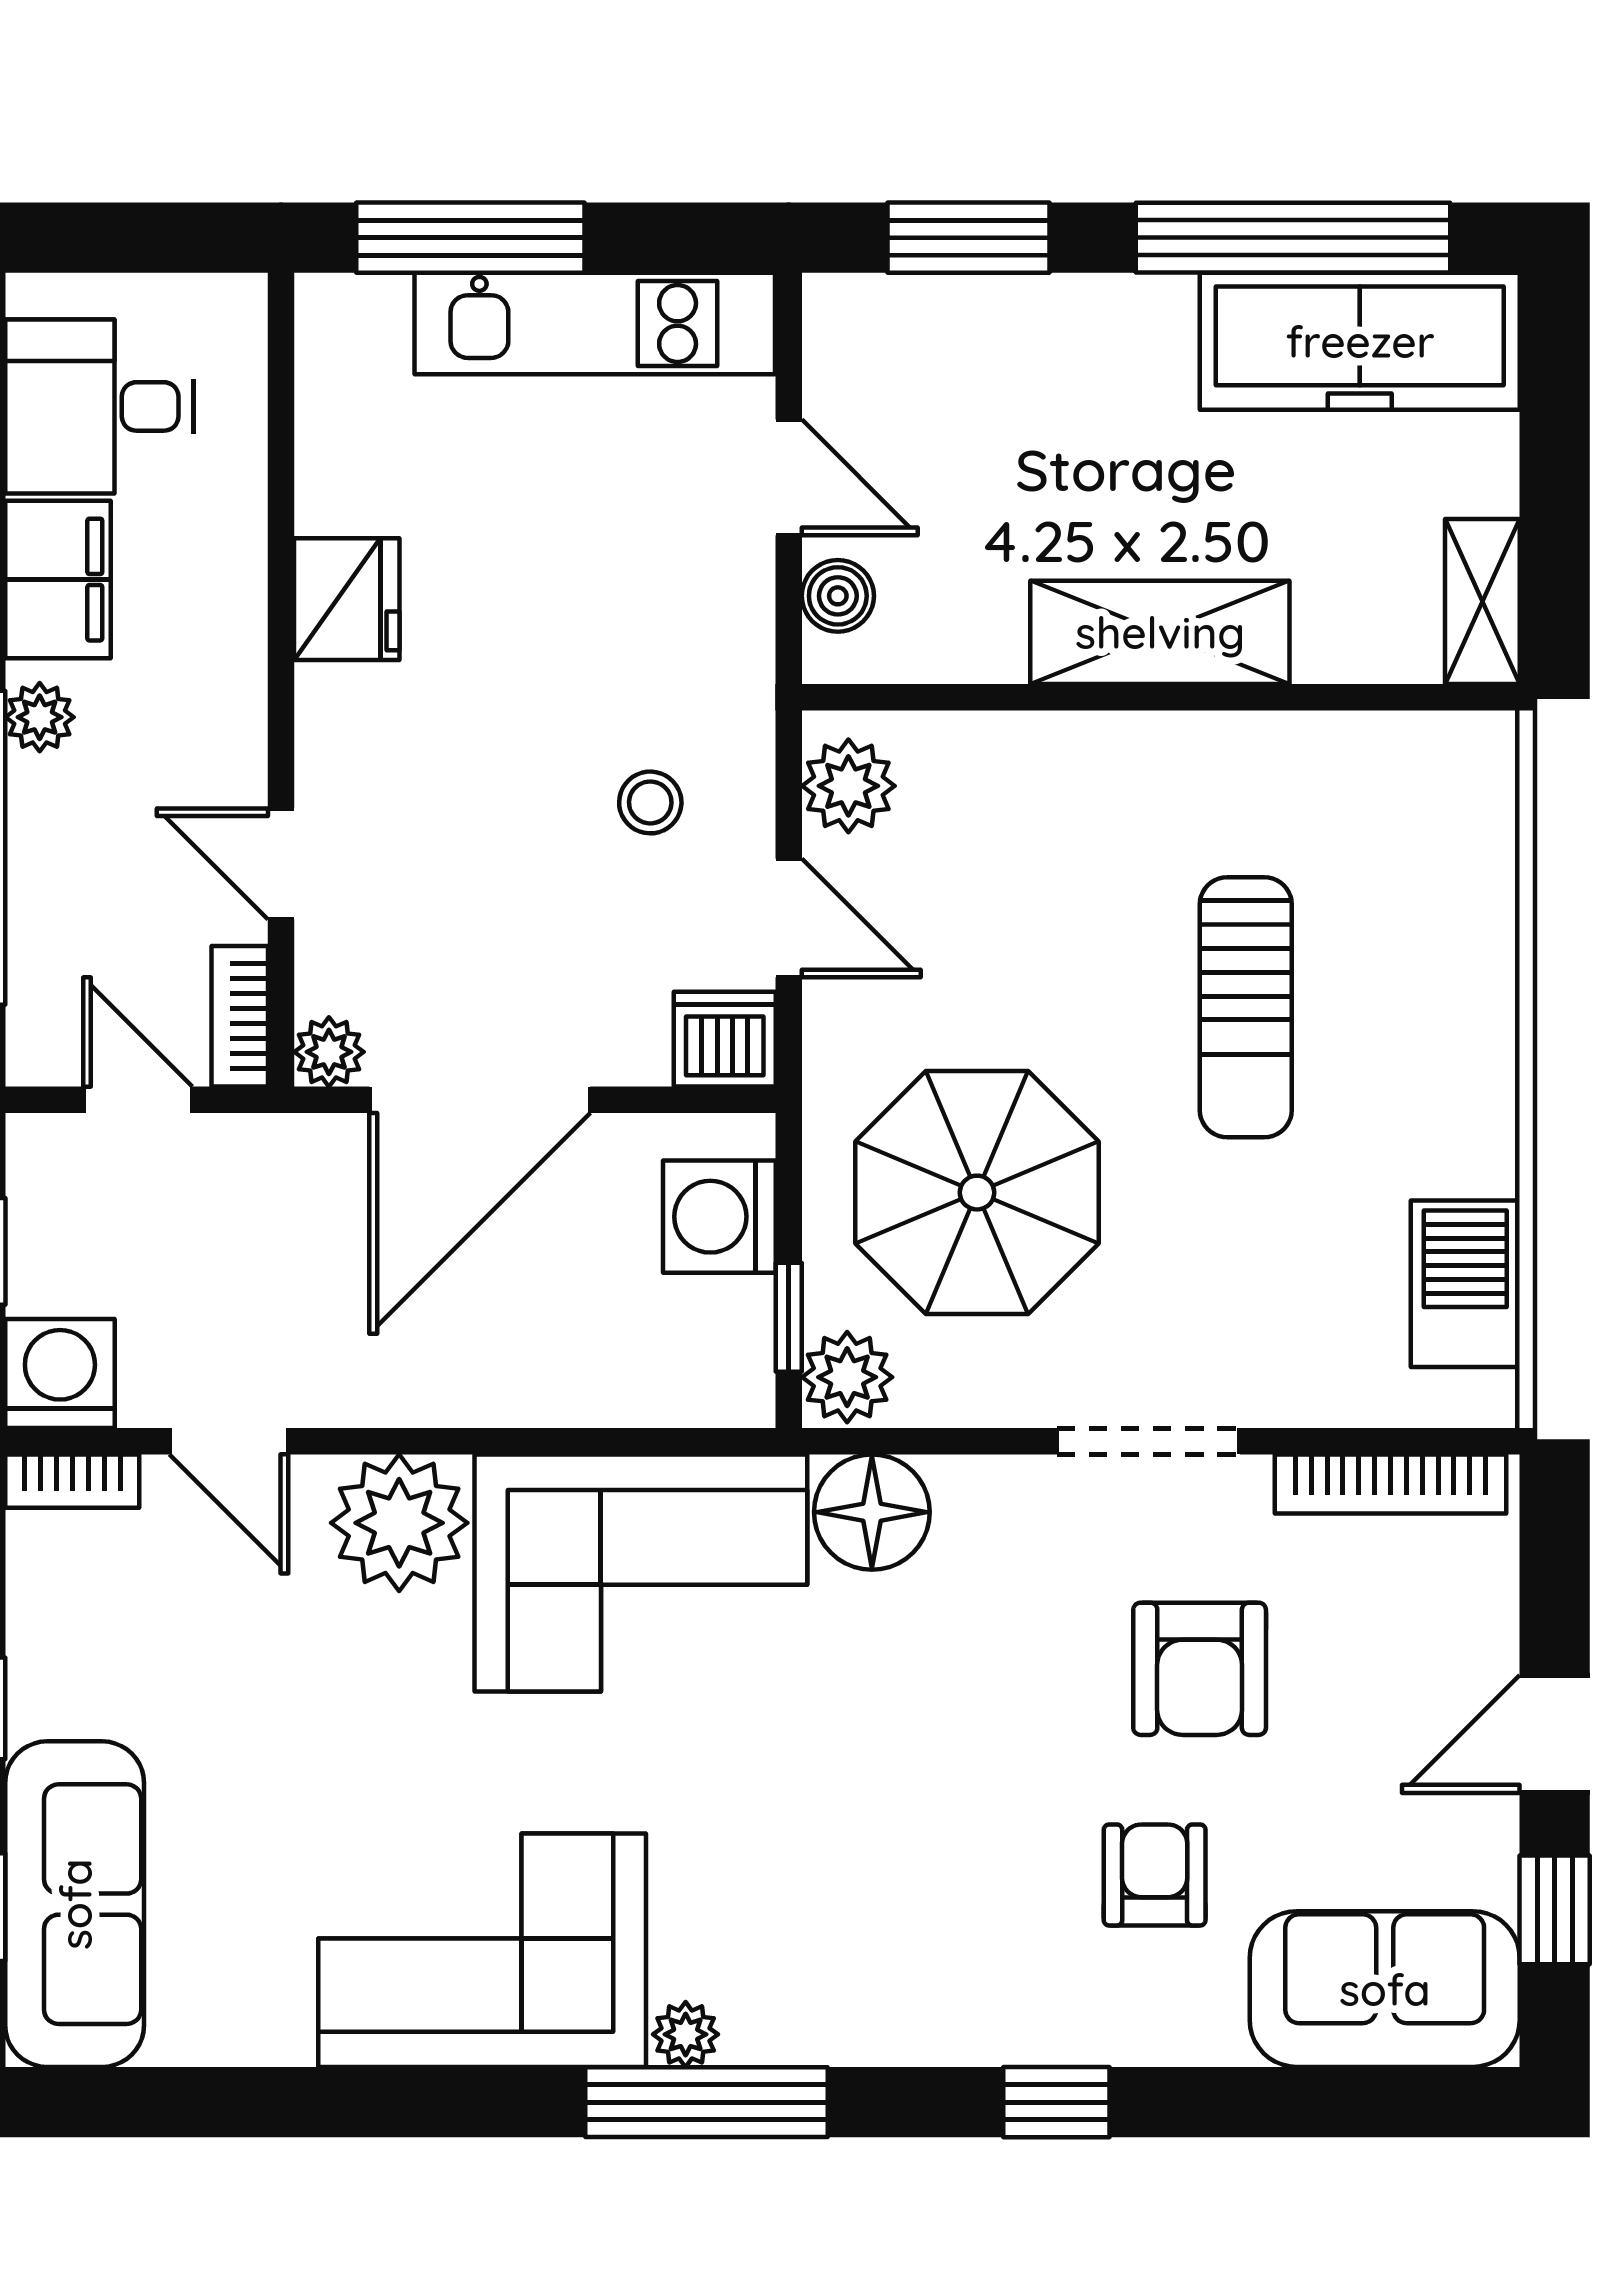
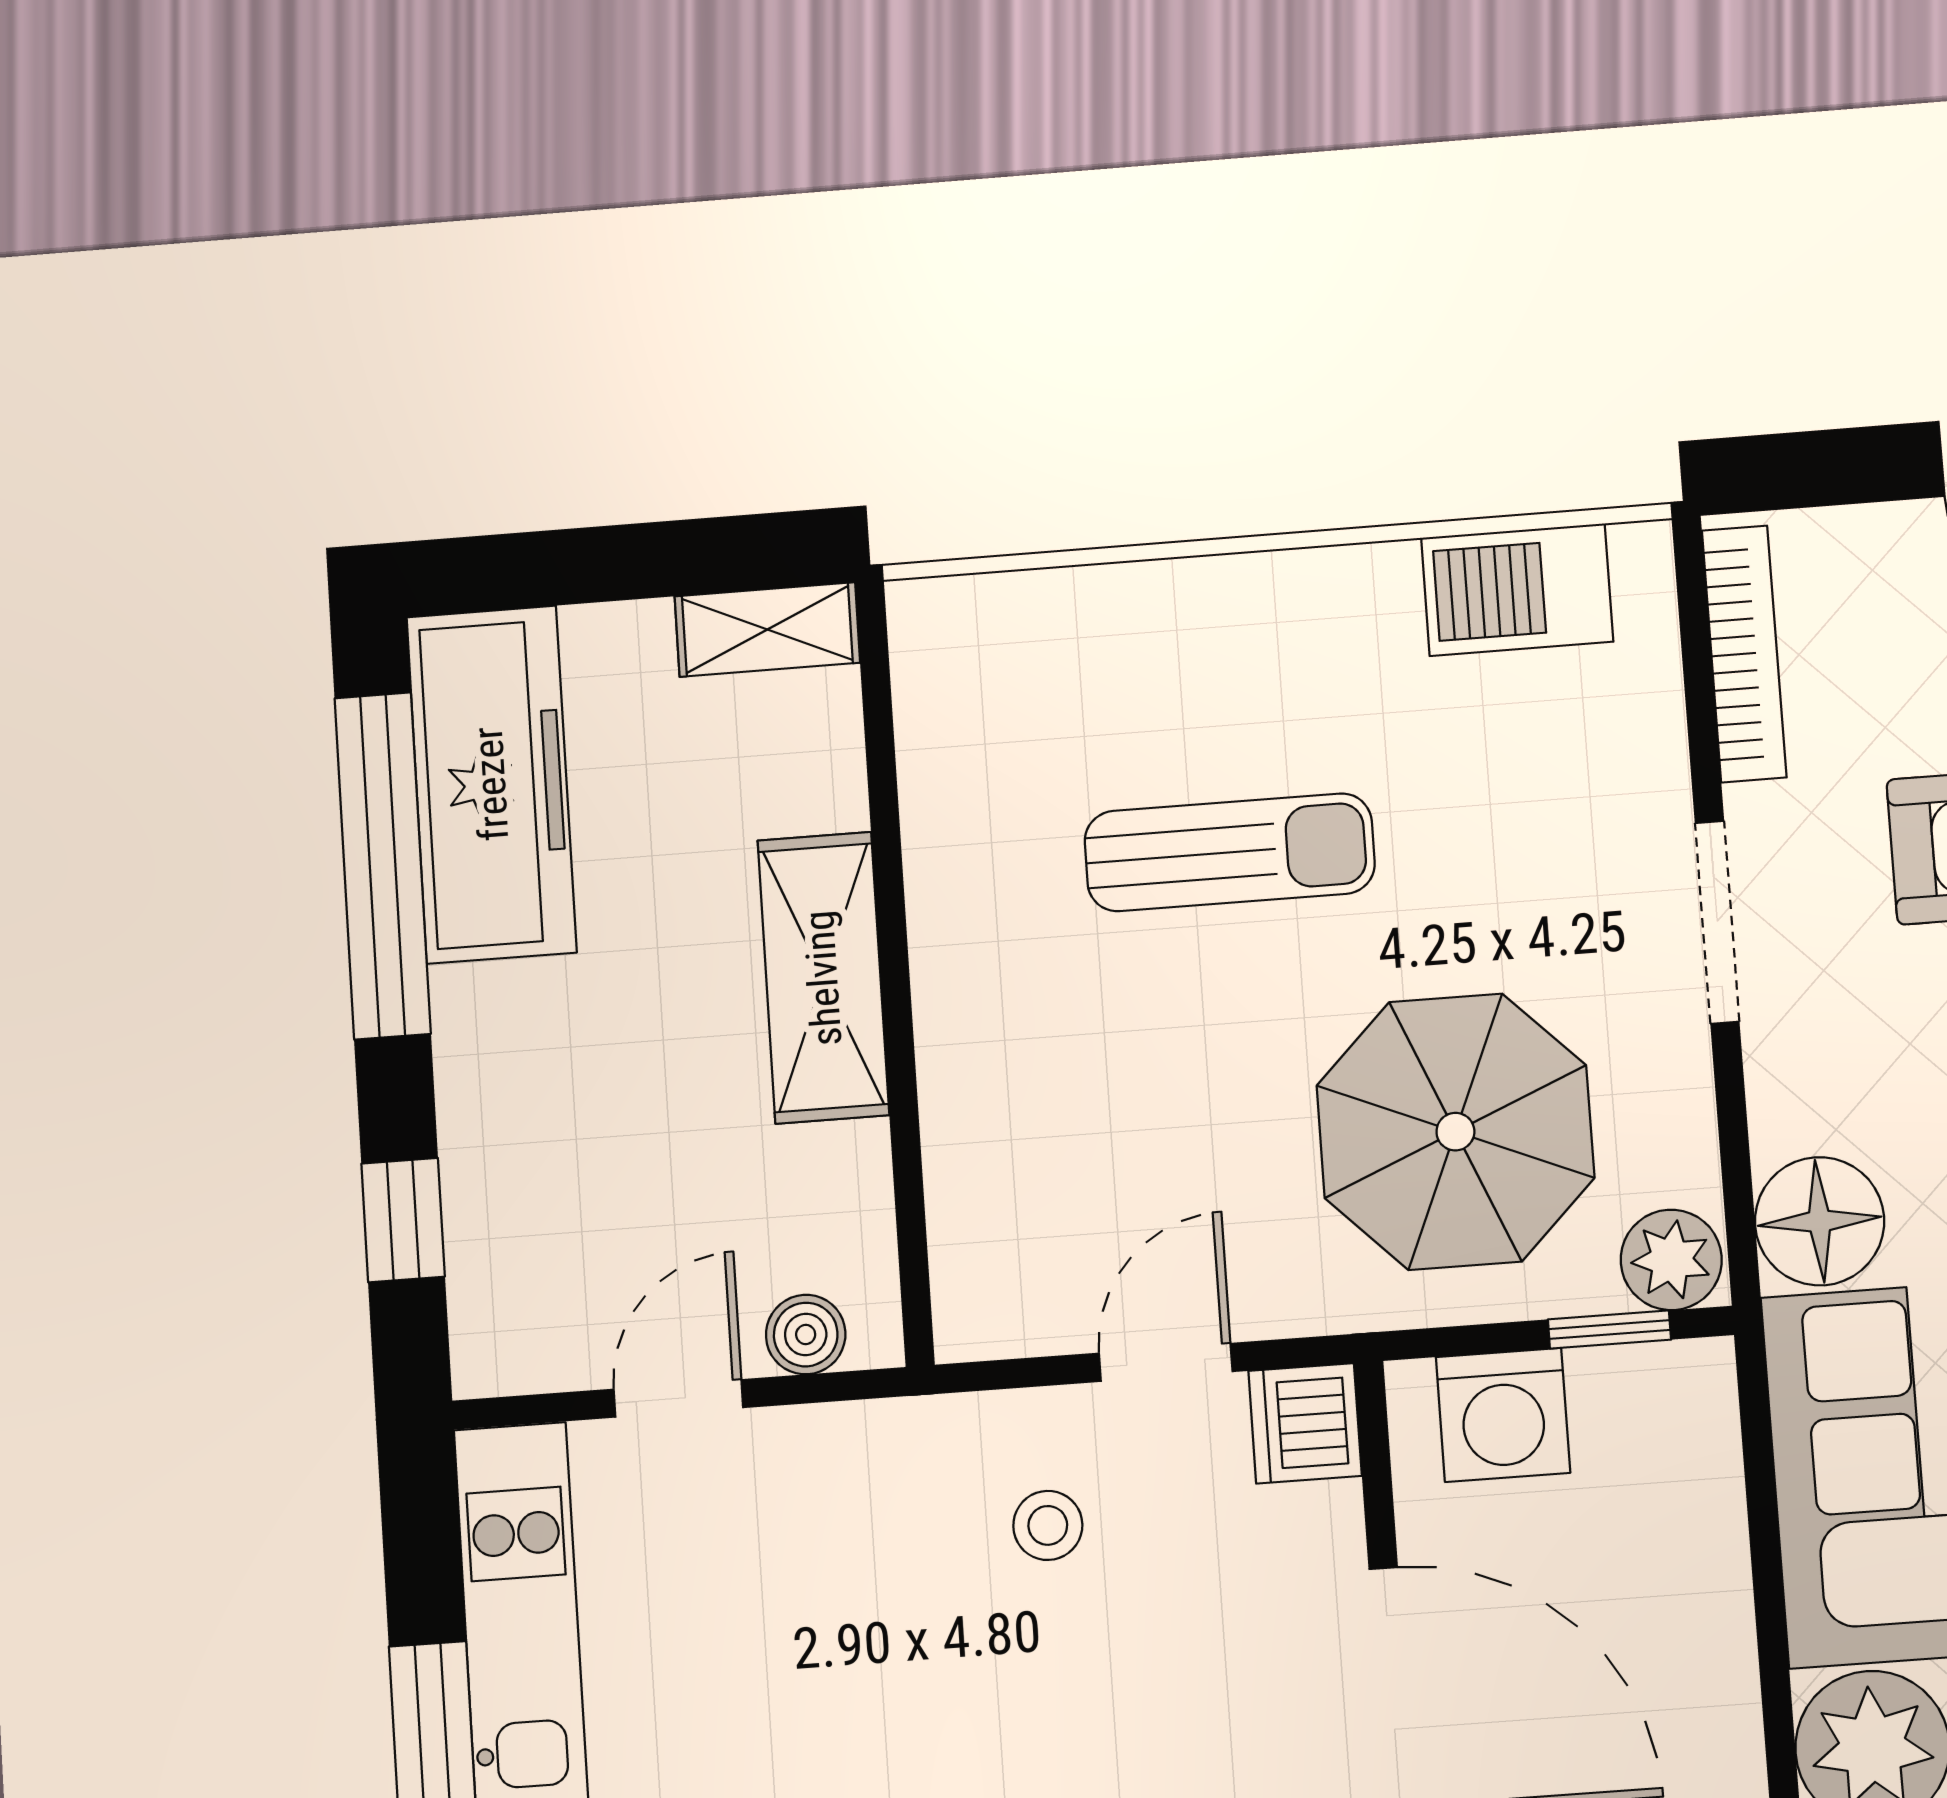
window: (968, 238) -> (403, 1220), width x0.67
plant: (848, 786) -> (1015, 1307), removed

